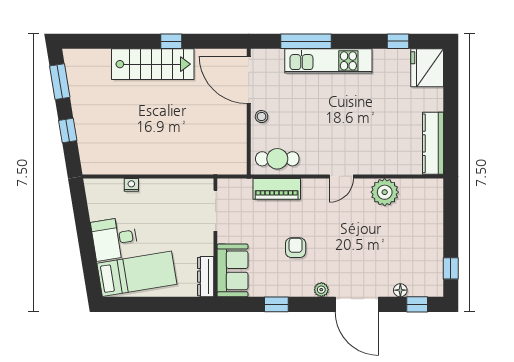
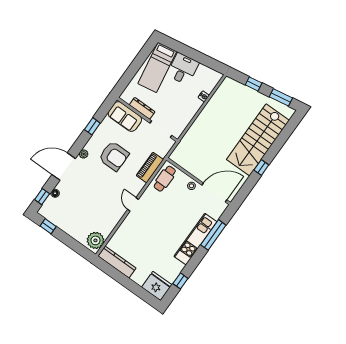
stairs: (153, 64) -> (258, 140), width x1.36, depth x1.51
plant: (385, 192) -> (95, 240), moved
armchair: (296, 248) -> (114, 156), width x1.88, depth x1.88
dresser: (206, 277) -> (142, 108), moved

